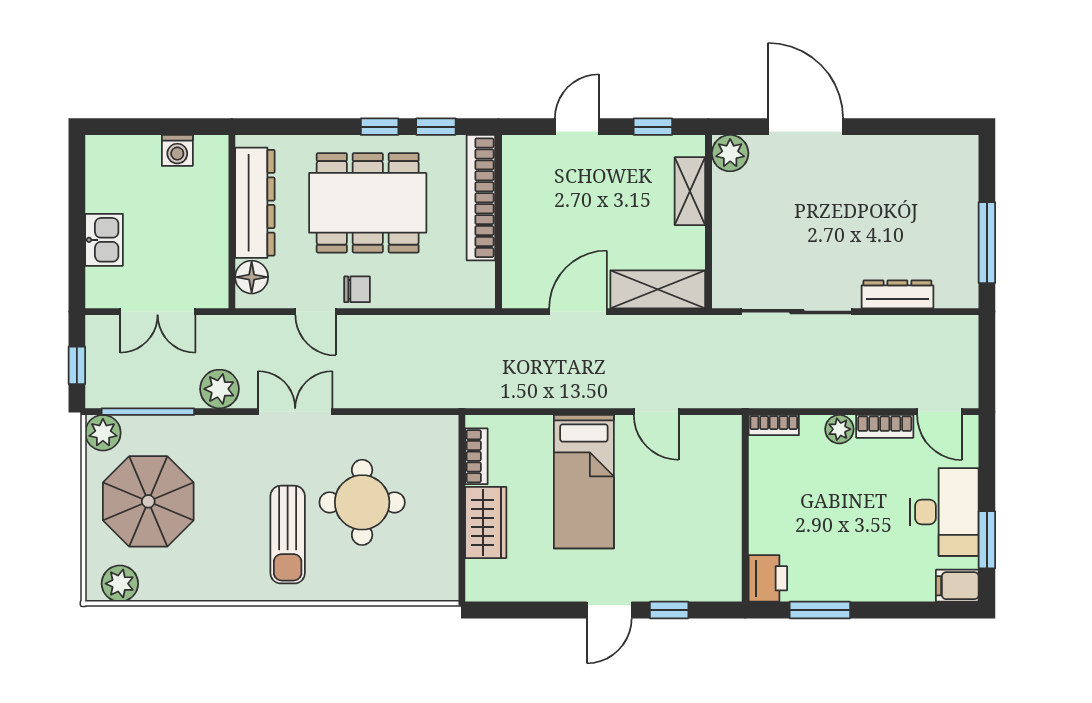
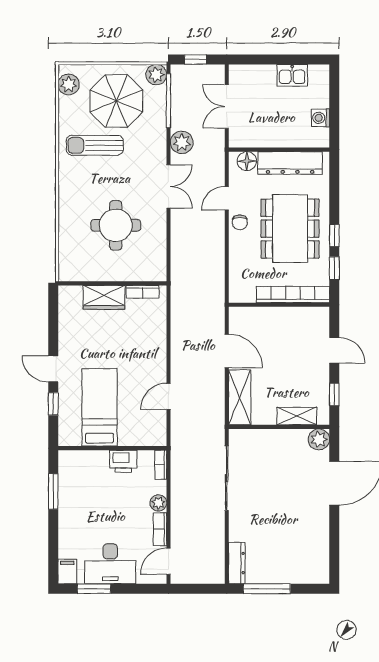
kitchen sink: (104, 240) -> (292, 75), moved
dresser: (897, 294) -> (237, 563), moved
bed: (584, 482) -> (100, 407), moved, turned 90
sun lounger: (288, 535) -> (95, 145), moved
printer: (768, 578) -> (123, 461), moved

